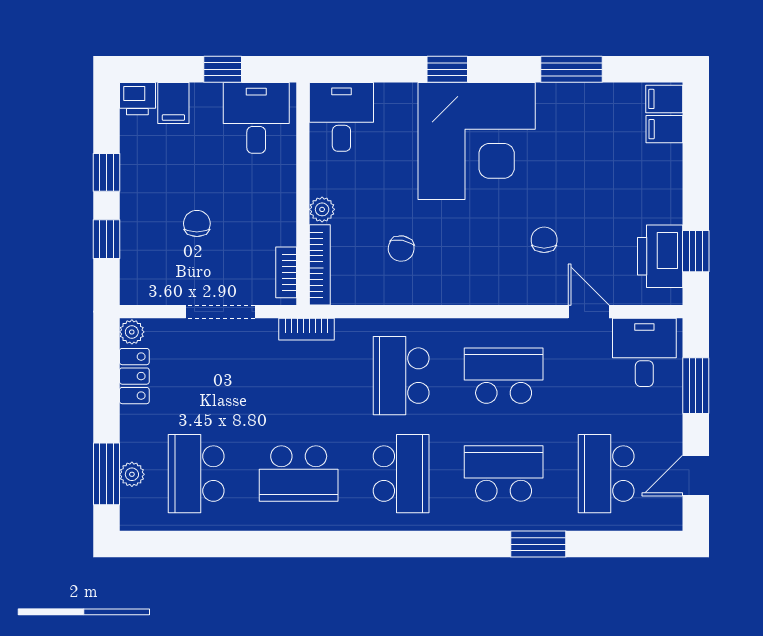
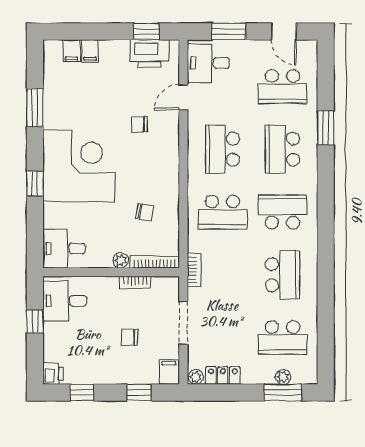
filing cabinet: (664, 99) -> (90, 51), moved
filing cabinet: (173, 103) -> (169, 372), moved, turned -90
window: (106, 172) -> (82, 393), moved
bookcase: (286, 272) -> (135, 282), moved

